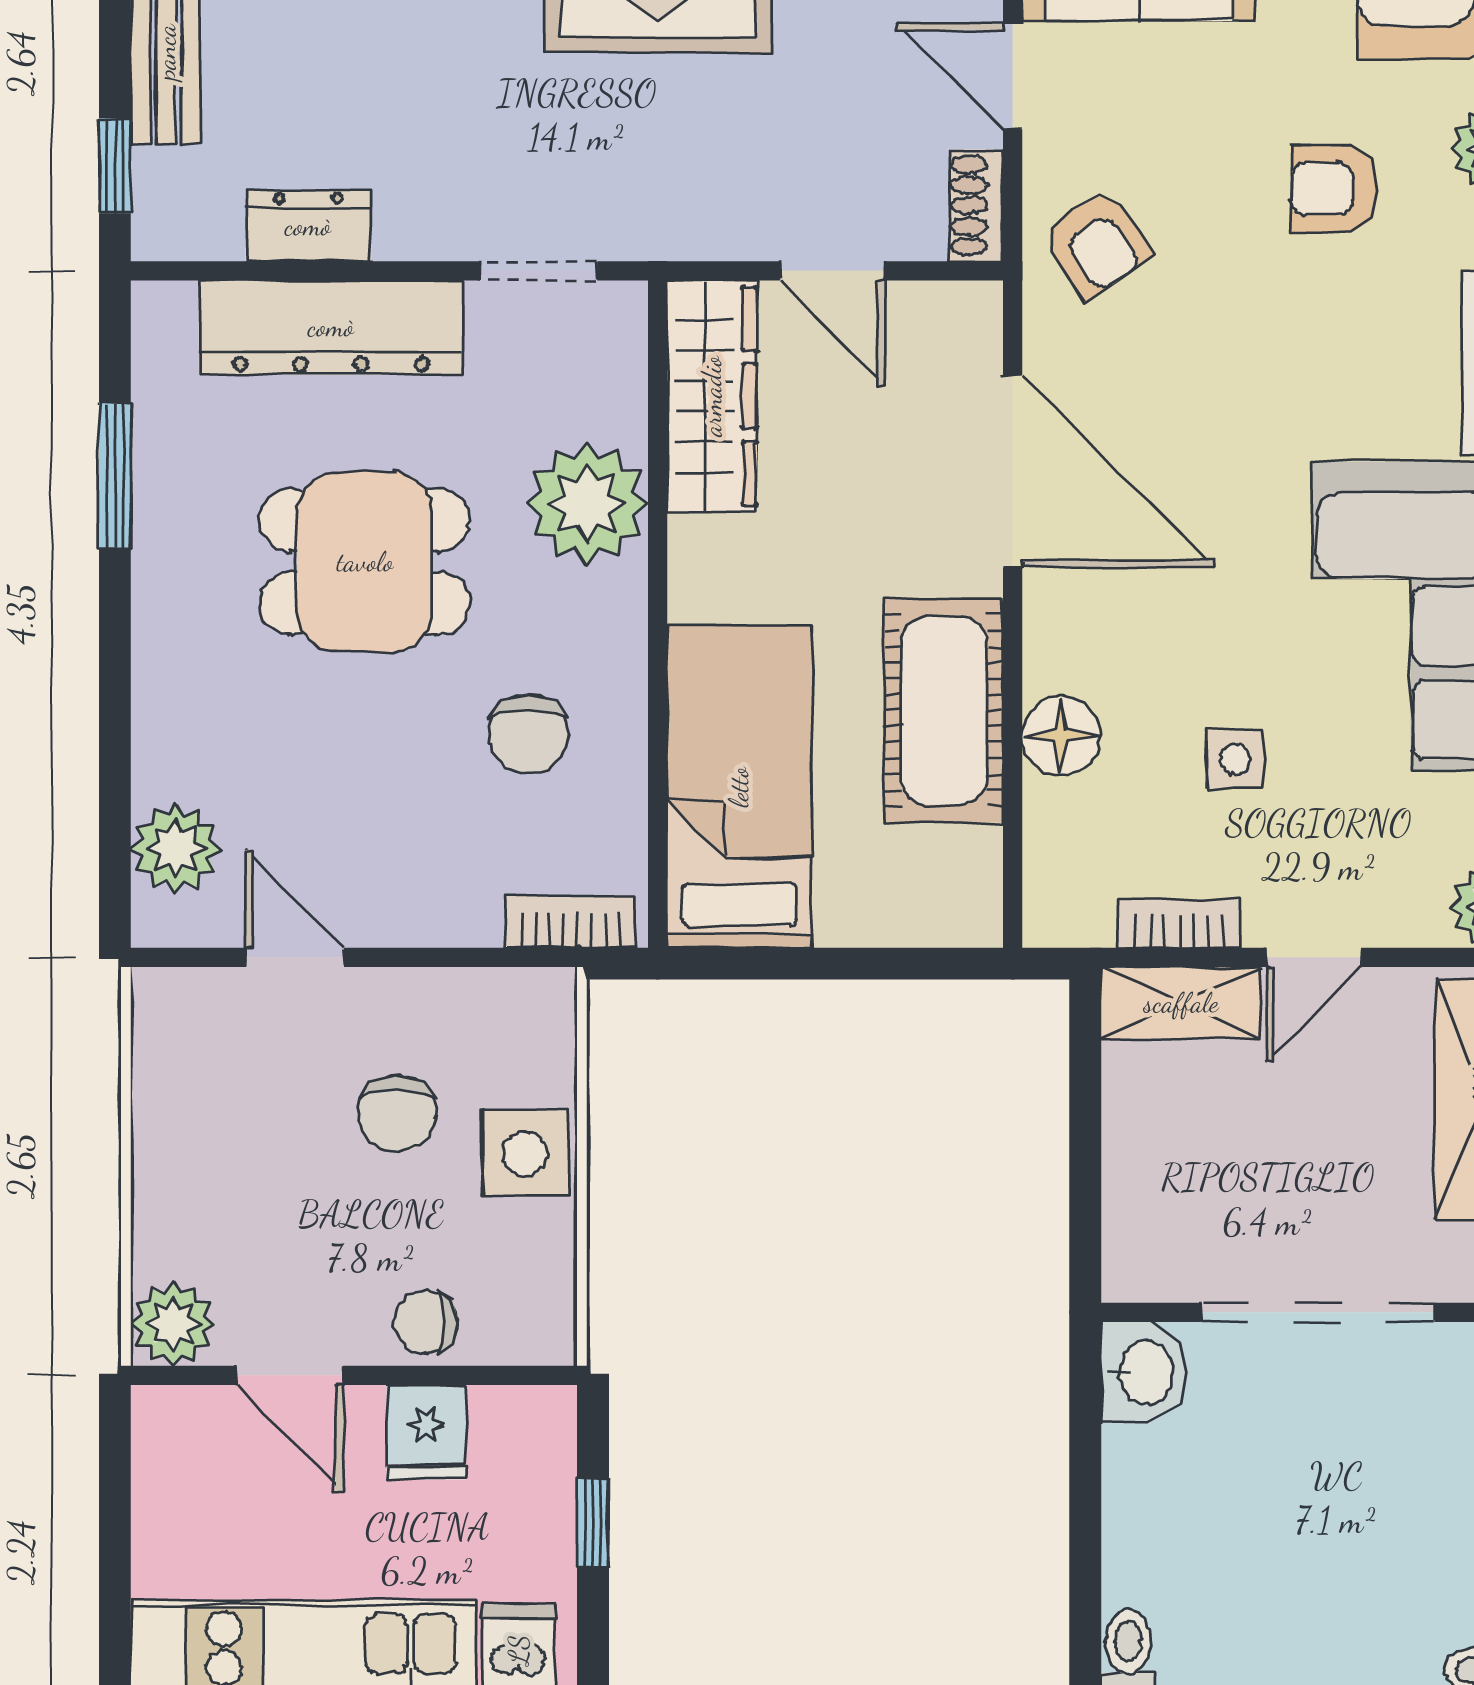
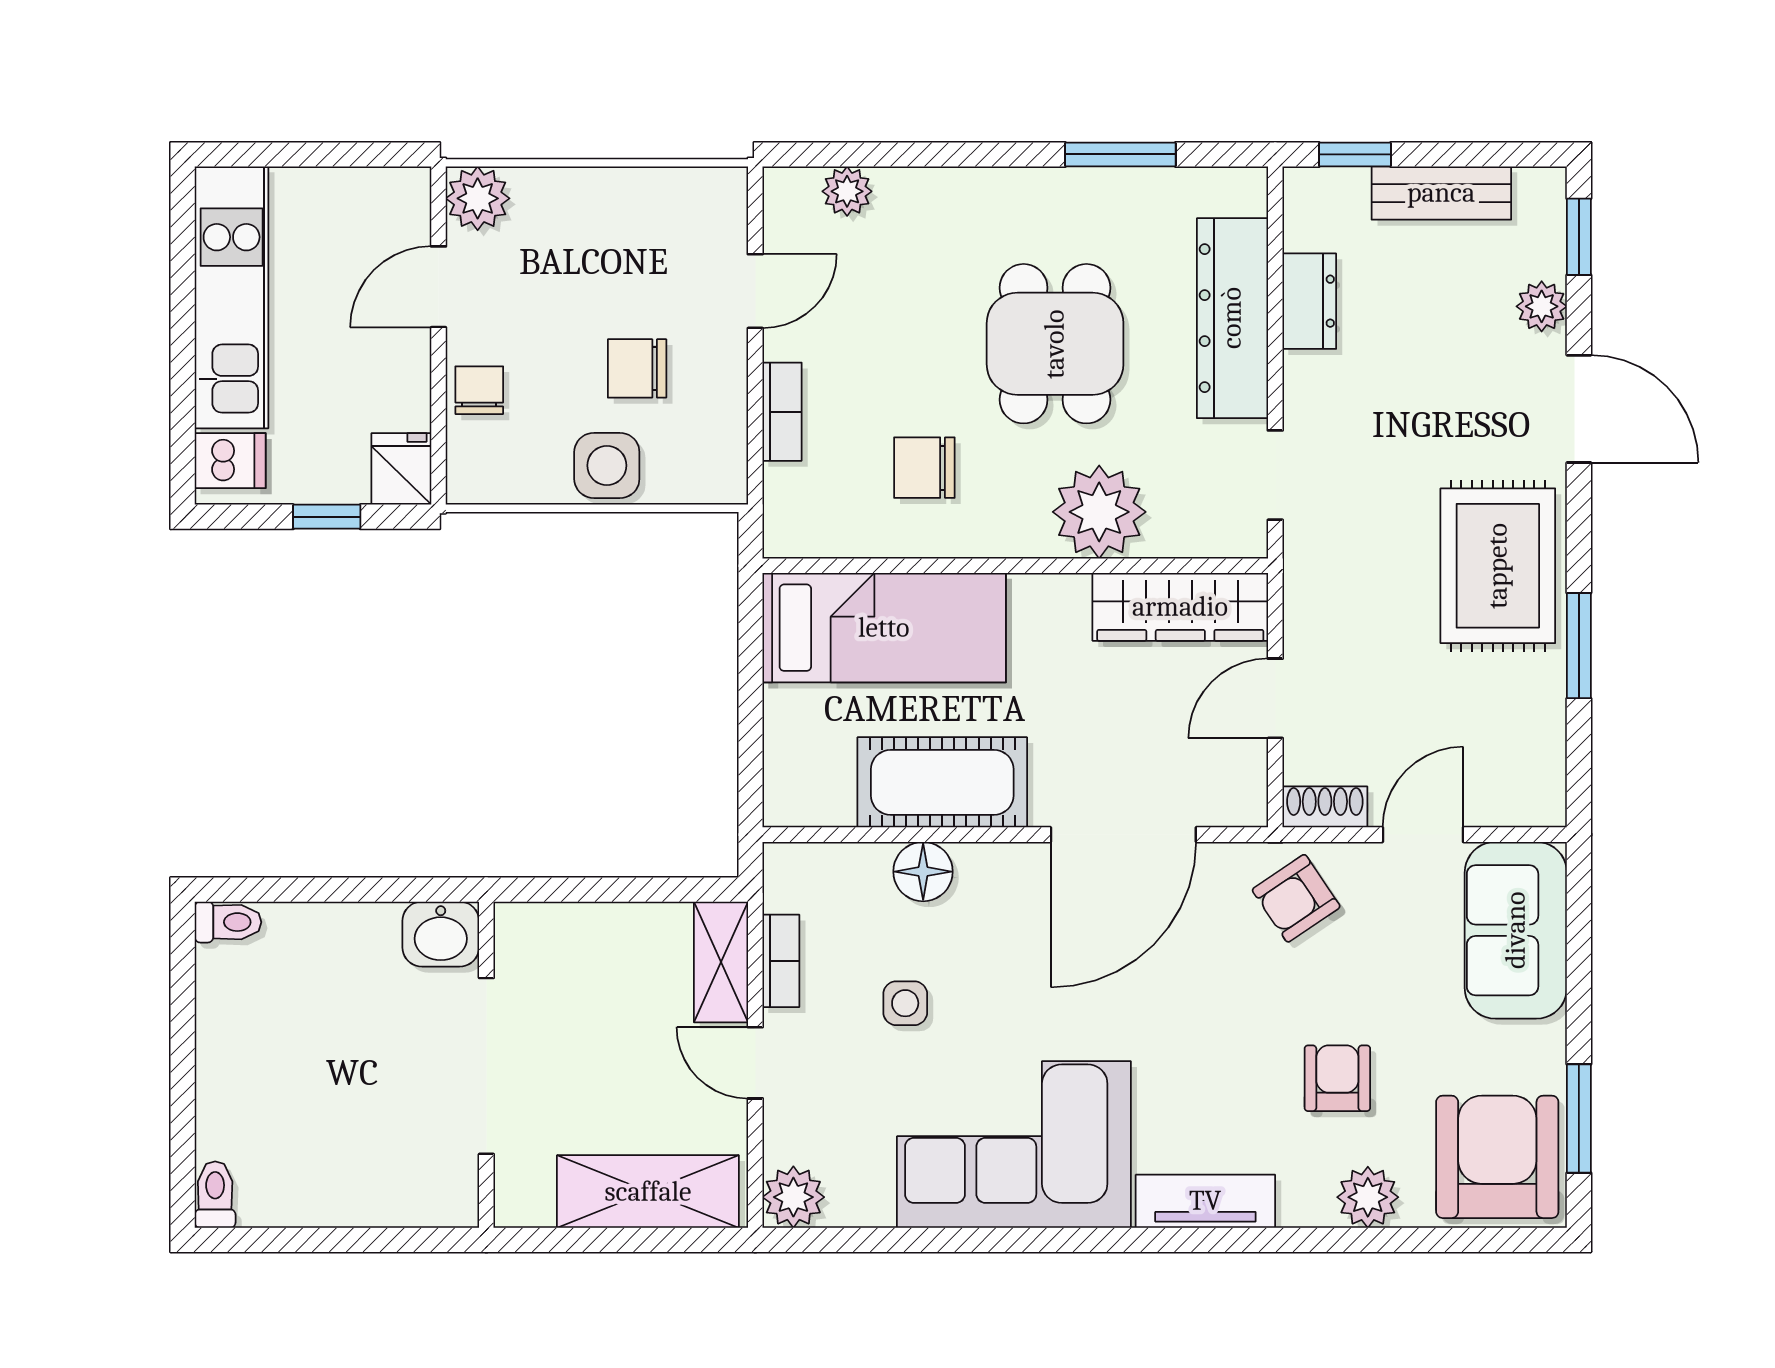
plant: (176, 848) -> (847, 191), width x0.73, depth x0.73
bookcase: (571, 922) -> (782, 412), moved
fridge: (426, 1432) -> (401, 469), moved, turned 90

